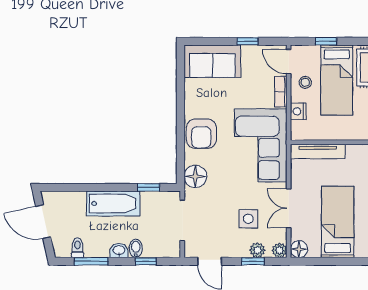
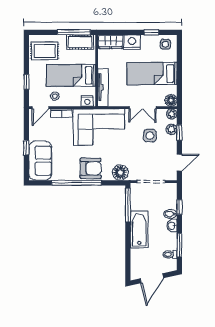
window: (248, 41) -> (26, 148), moved
bed: (337, 80) -> (71, 75), moved, turned 180
nightstand: (298, 111) -> (87, 101), moved
window: (180, 113) -> (77, 183), added
window: (148, 187) -> (128, 205), width x2.17

